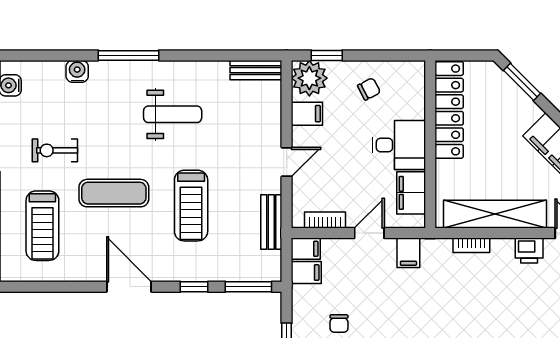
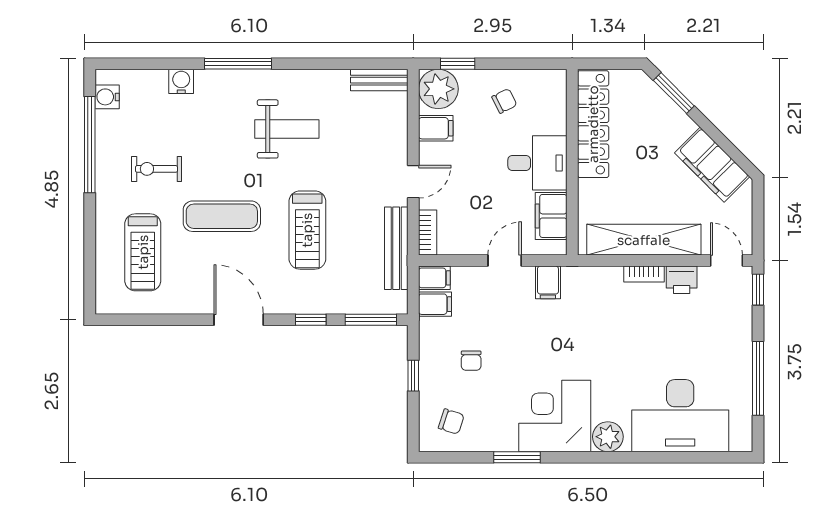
bookcase: (325, 220) -> (428, 233), moved, turned 90
bench: (271, 222) -> (396, 248), width x1.36
bookcase: (471, 245) -> (644, 274), moved

